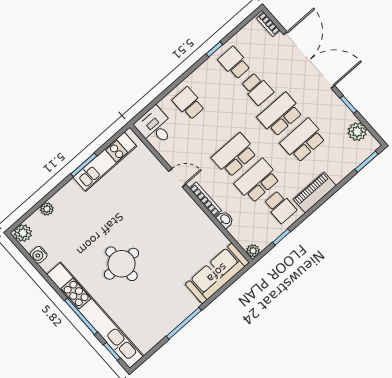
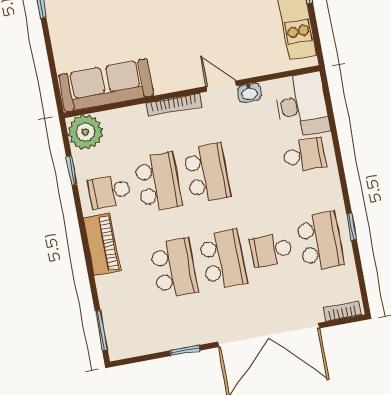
school desk: (234, 63) -> (320, 241), width x1.85
desk: (155, 127) -> (302, 105), width x1.37
plant: (357, 132) -> (145, 341), removed
door: (177, 178) -> (221, 86), swing flipped
washbasin: (225, 219) -> (249, 93), moved
plant: (253, 251) -> (85, 132), width x1.88, depth x1.88
sofa: (217, 273) -> (106, 85), moved, turned -90

